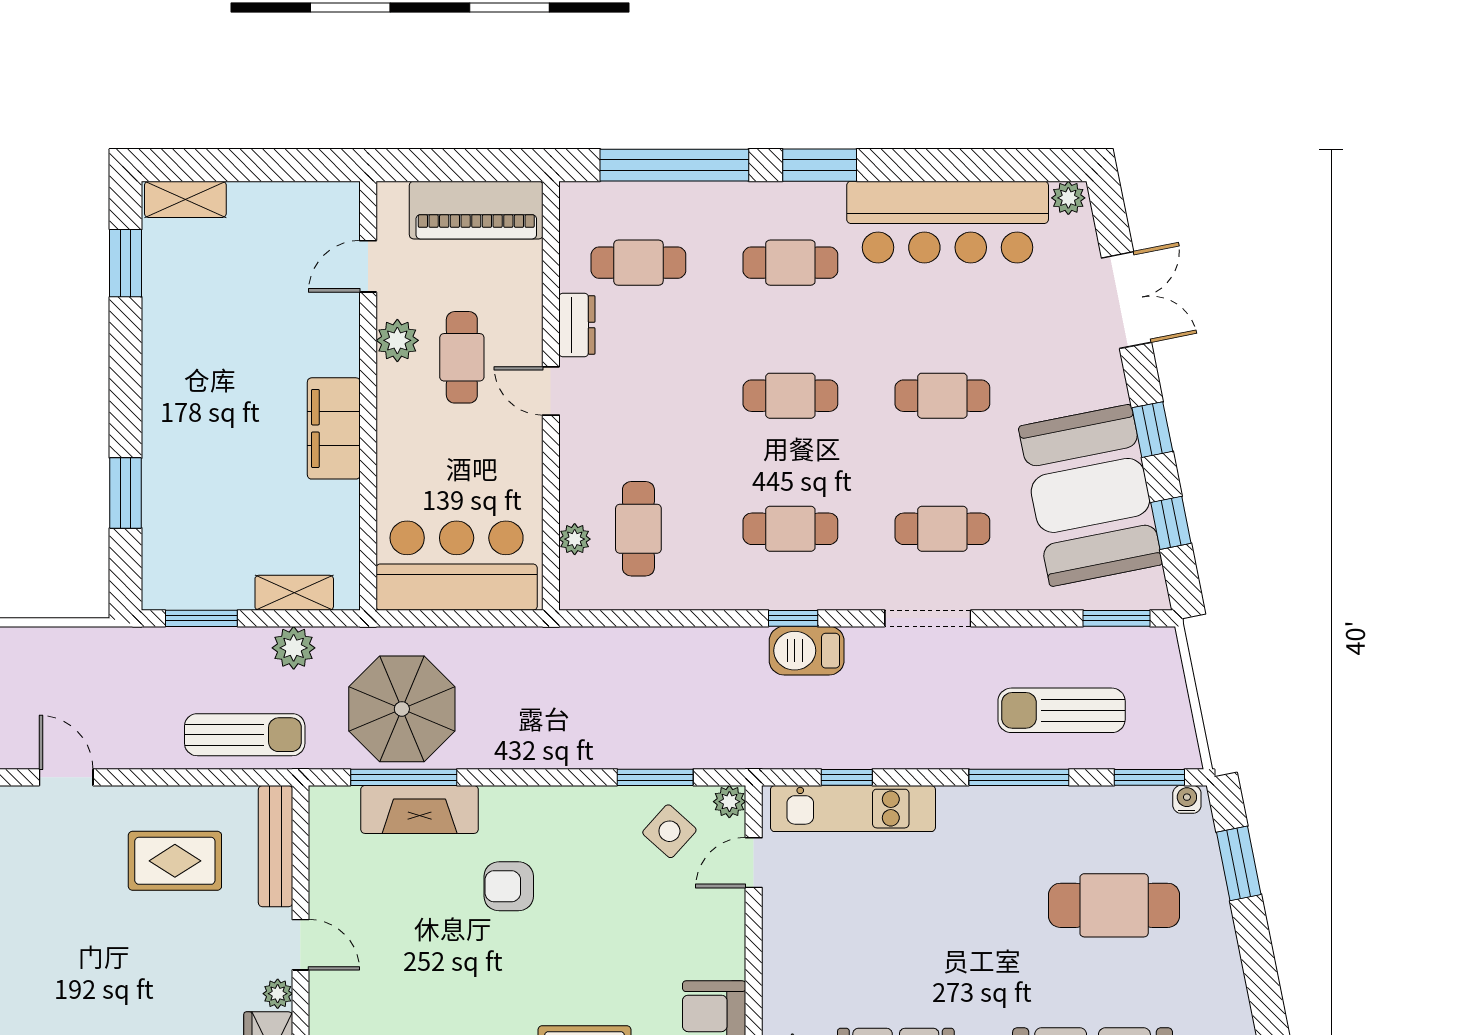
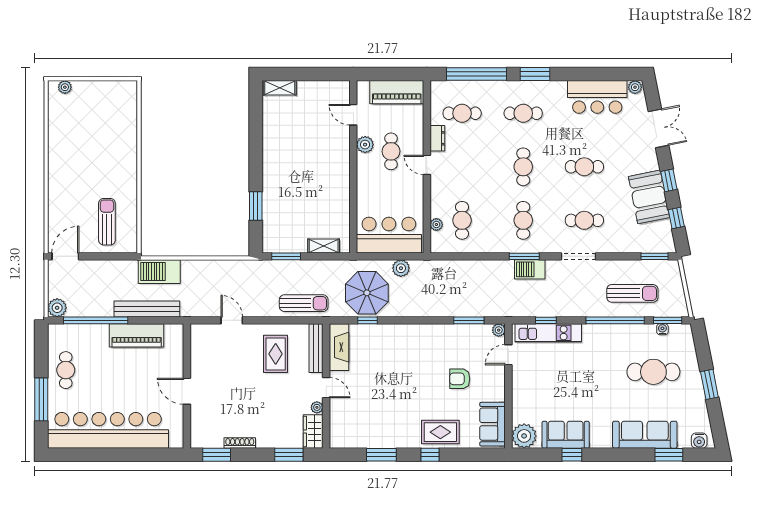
bar counter: (948, 222) -> (597, 97), width x0.73
window: (126, 263) -> (256, 113), removed
door: (368, 266) -> (353, 115), hinge flipped
cafe table: (790, 396) -> (523, 167), turned 90
filing cabinet: (334, 428) -> (339, 180), removed
booth: (1090, 495) -> (649, 197), width x0.73, depth x0.70
cafe table: (790, 529) -> (523, 220), turned 90
window: (793, 618) -> (524, 256), width x1.50
plant: (294, 648) -> (401, 268), moved
sun lounger: (1062, 710) -> (632, 293), turned 180
window: (404, 777) -> (368, 320), width x0.46
window: (1019, 777) -> (615, 320), width x1.46
water cooler: (1187, 799) -> (662, 329), moved
fireplace: (420, 809) -> (339, 347), moved, turned -90
side table: (669, 831) -> (475, 342), removed
rug: (175, 861) -> (276, 354), turned 90
window: (1239, 863) -> (709, 384), moved
armchair: (509, 886) -> (460, 379), moved

